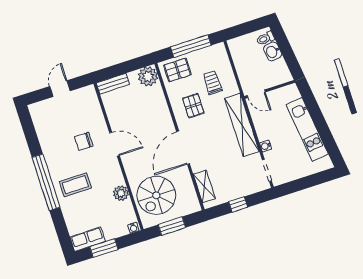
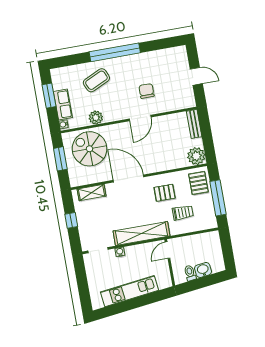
toilet: (265, 38) -> (190, 273), moved
coffee table: (75, 185) -> (96, 80), moved, turned 65
row of seats: (88, 239) -> (63, 105), moved

